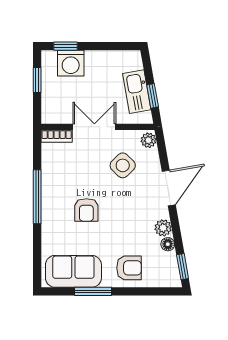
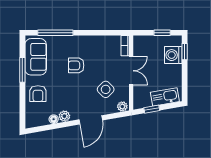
kitchen sink: (137, 92) -> (165, 97), moved
door: (169, 188) -> (91, 120), hinge flipped
window: (37, 197) -> (55, 33), moved
window: (183, 267) -> (39, 129), removed

